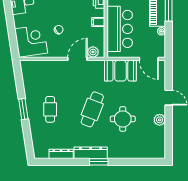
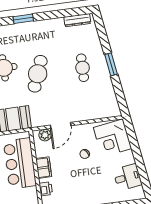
filing cabinet: (98, 22) -> (44, 168), width x2.00
dresser: (91, 153) -> (33, 27), removed
dresser: (61, 154) -> (77, 20), moved

